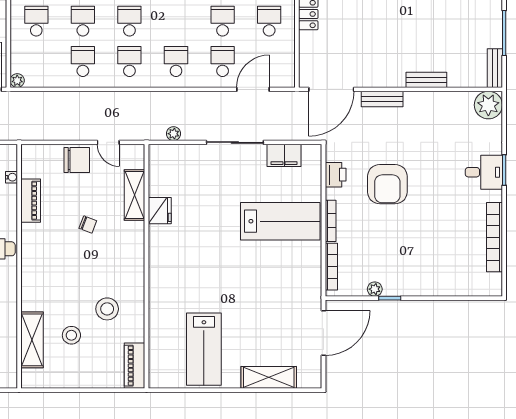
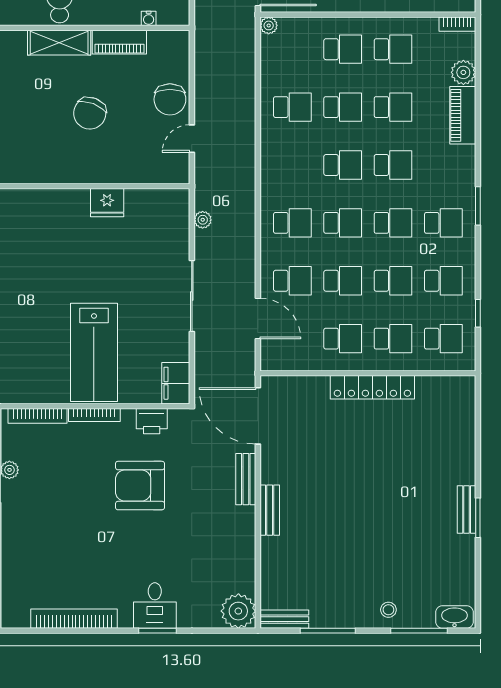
school desk: (129, 62) -> (343, 223), moved
bench: (426, 80) -> (270, 510), moved
filing cabinet: (284, 155) -> (176, 383), moved
shelving: (135, 195) -> (59, 43), moved
chair: (88, 224) -> (90, 113), width x1.87, depth x1.87

